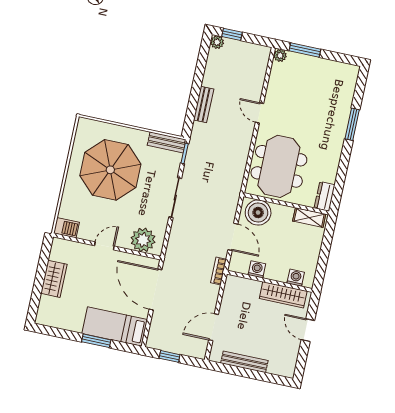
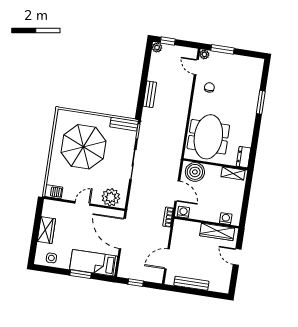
chair: (284, 100) -> (209, 87), added
door: (259, 113) -> (196, 67), moved
washing machine: (257, 269) -> (183, 212), moved
side table: (58, 317) -> (51, 258), added

